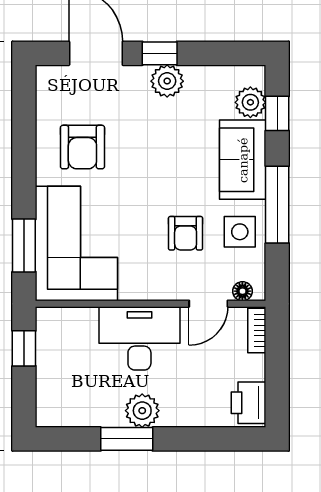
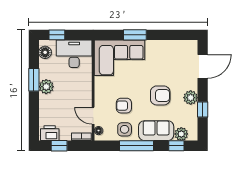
window: (160, 53) -> (203, 109), moved
armchair: (82, 147) -> (160, 95), moved, turned 180
window: (24, 246) -> (135, 35), moved
desk: (139, 338) -> (74, 54), moved, turned -90
window: (24, 348) -> (57, 35), moved
window: (277, 381) -> (59, 146), added
floor lamp: (64, 413) -> (45, 52), added

